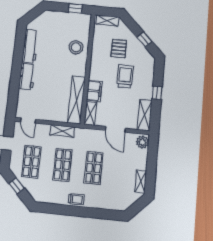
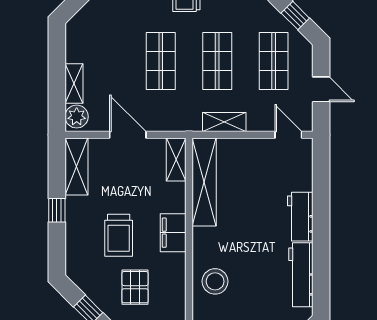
filing cabinet: (94, 91) -> (173, 233), moved
shelving: (141, 182) -> (74, 84), moved

